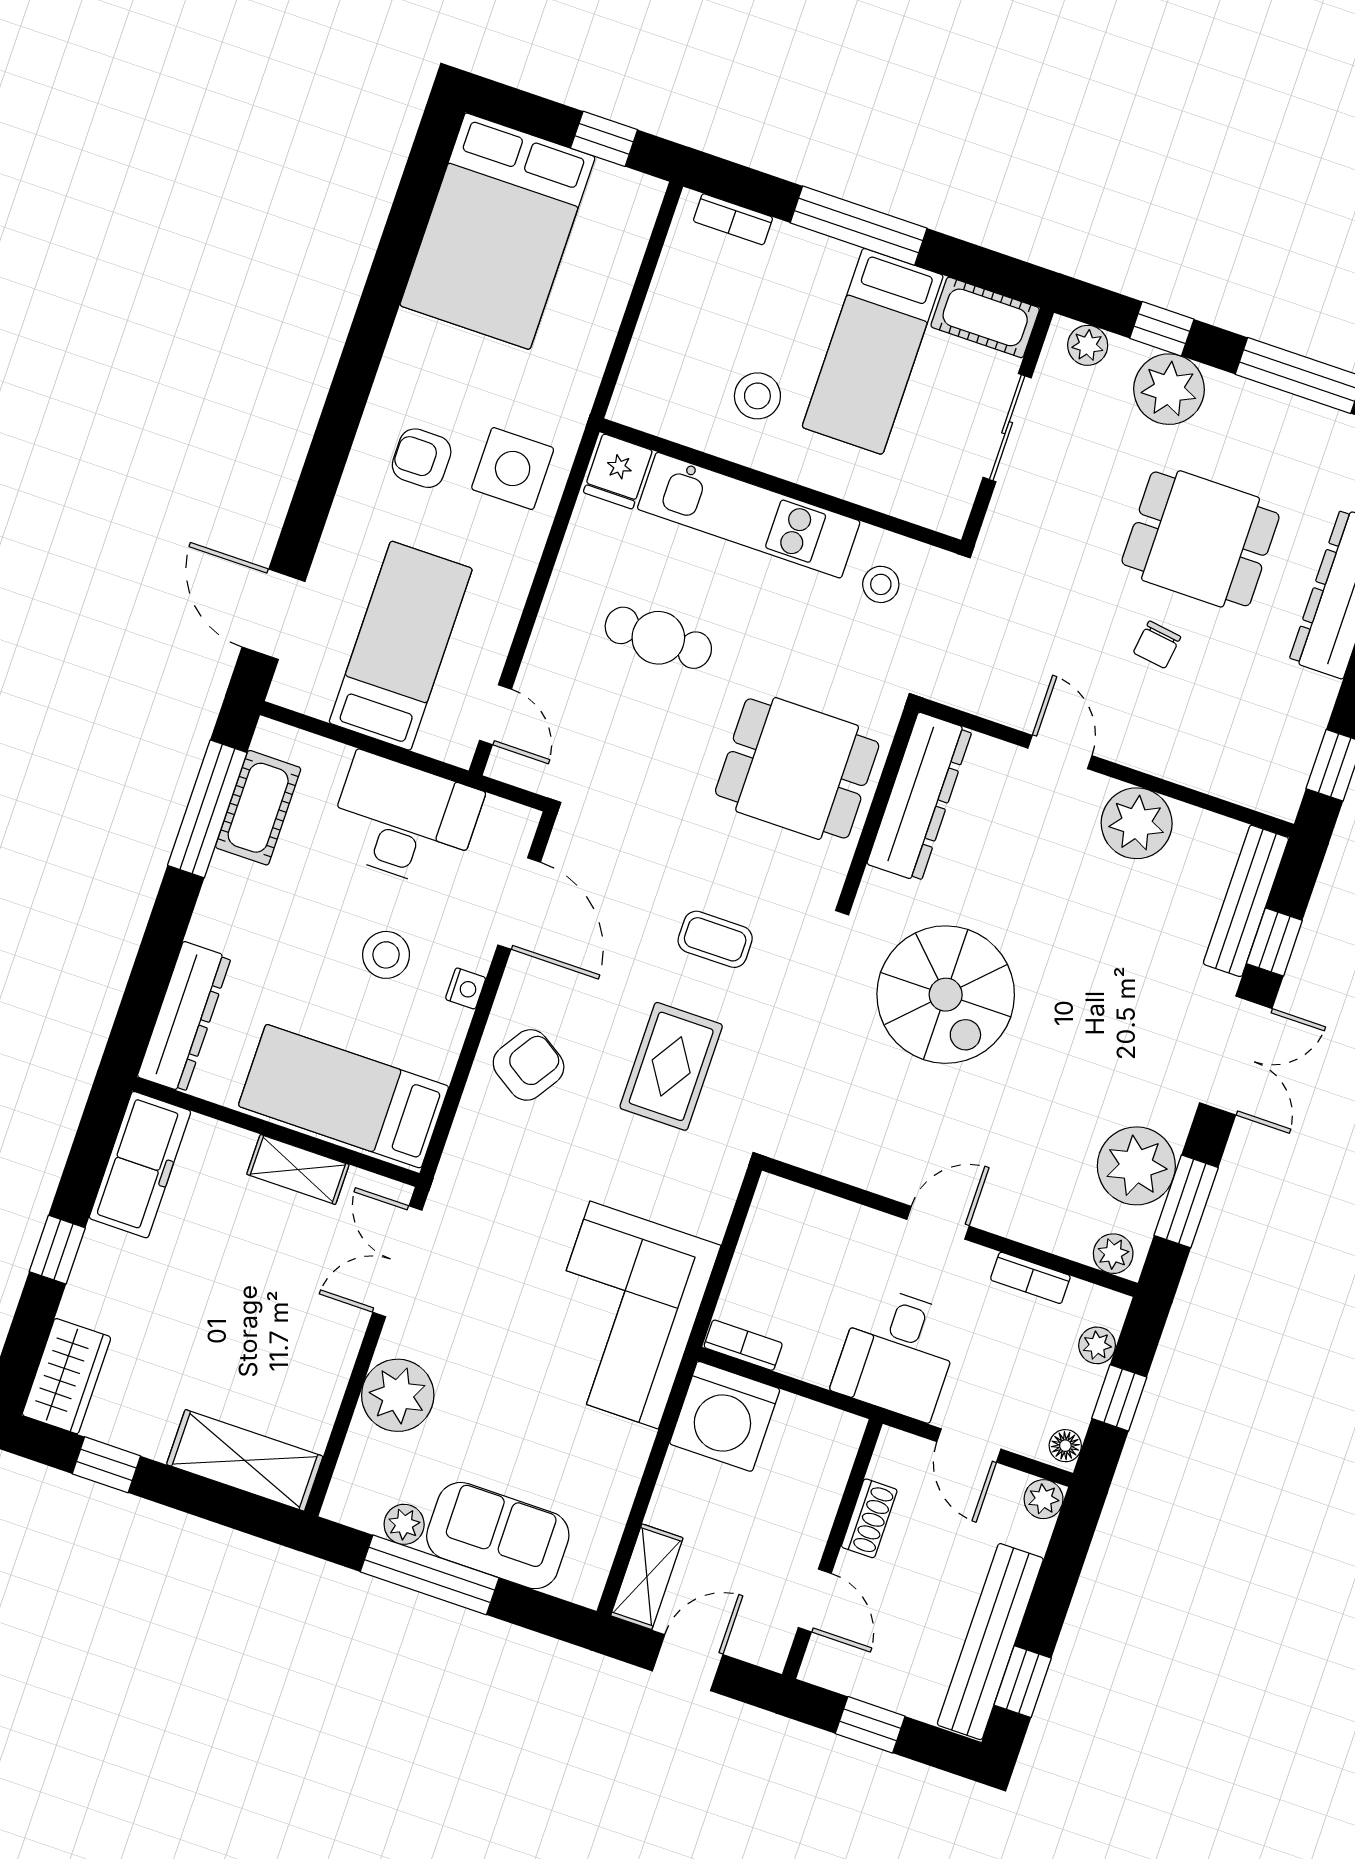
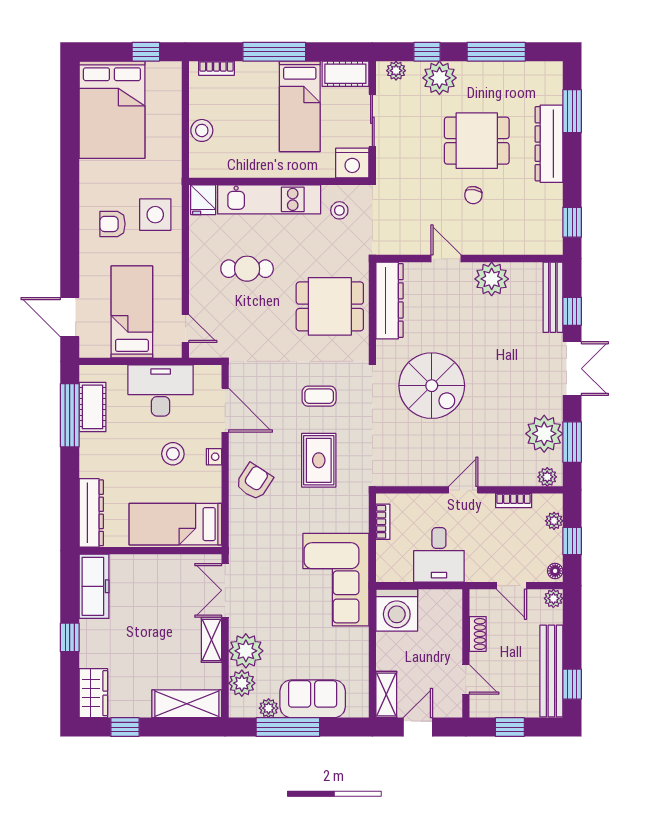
stool: (757, 396) -> (202, 130), moved
nightstand: (938, 499) -> (352, 163), added
shelving: (298, 1169) -> (211, 640), moved, turned 90
bookcase: (743, 1345) -> (383, 522), moved, turned 90
desk: (898, 1353) -> (439, 555), moved
plant: (368, 1457) -> (242, 683), added

